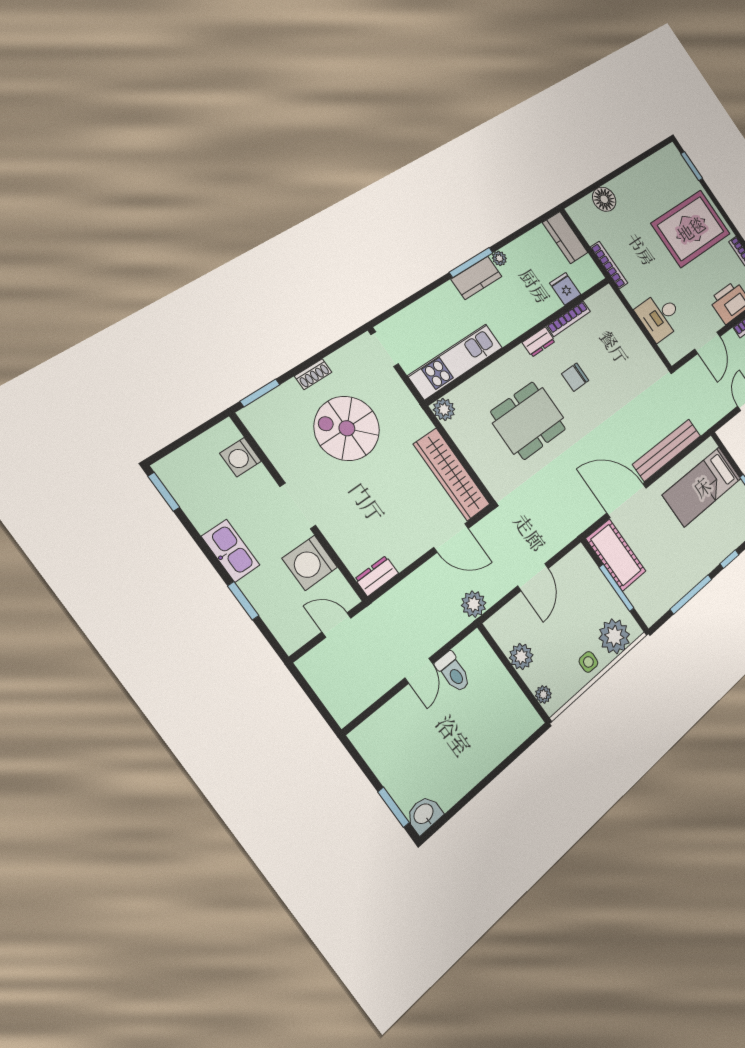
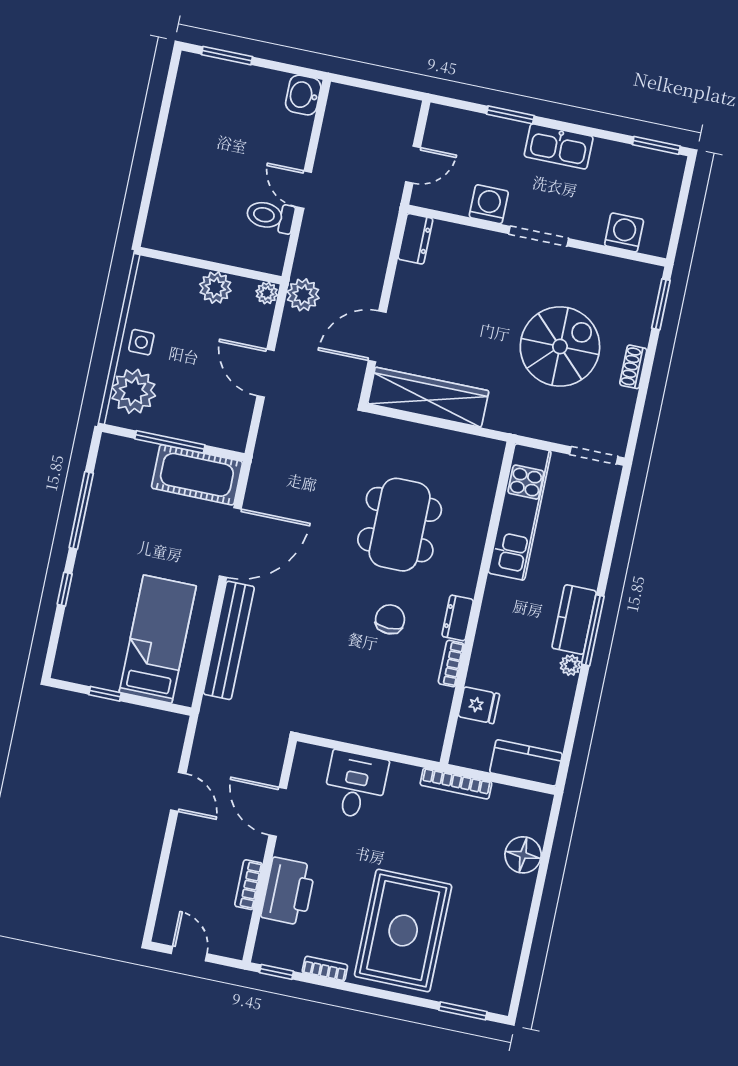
bookcase: (569, 319) -> (451, 664), width x0.64
plant: (444, 409) -> (489, 453), removed
washing machine: (310, 563) -> (489, 204), width x0.73, depth x0.73
plant: (543, 695) -> (267, 293), moved
washbasin: (424, 814) -> (303, 95), moved, turned 180

